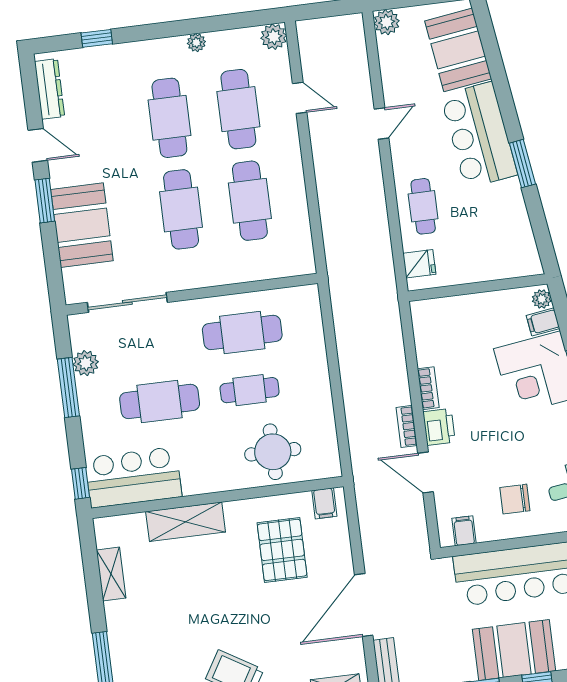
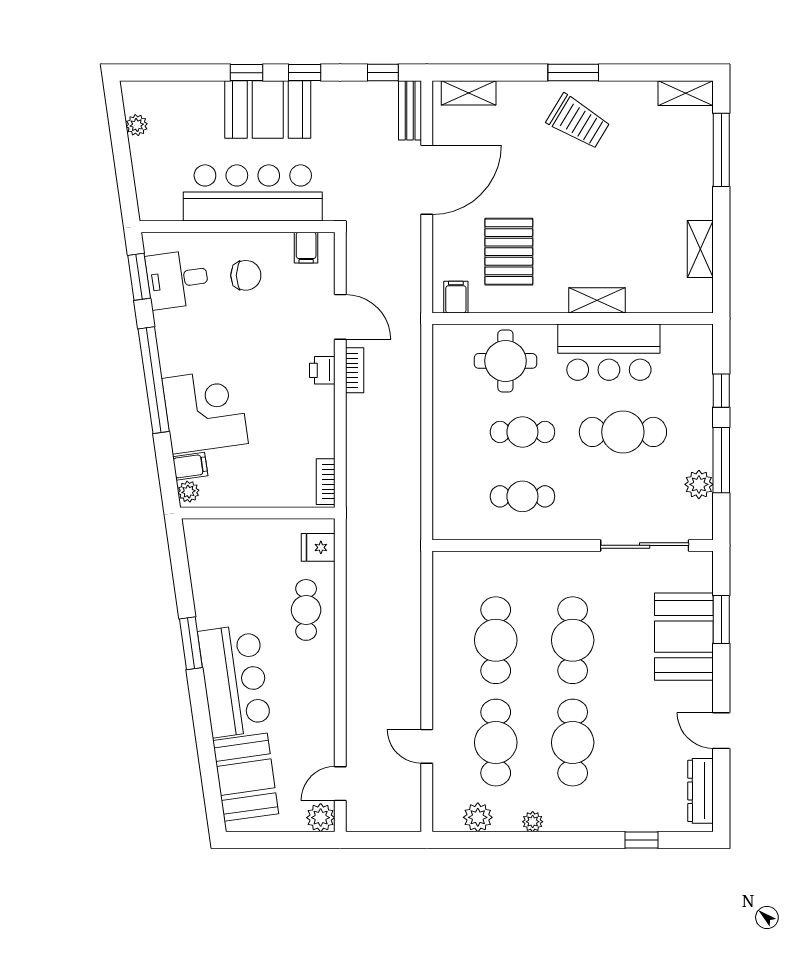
plant: (274, 37) -> (478, 817), moved
door: (381, 123) -> (340, 784), moved
window: (45, 201) -> (721, 620), moved
cafe table: (242, 332) -> (522, 496), width x0.73, depth x0.74
bookcase: (428, 388) -> (326, 482), moved
printer: (439, 427) -> (322, 370), width x0.73, depth x0.81
bar counter: (133, 477) -> (609, 352), moved
window: (80, 483) -> (721, 391), moved
shelving: (186, 522) -> (597, 300), width x0.67, depth x0.75

